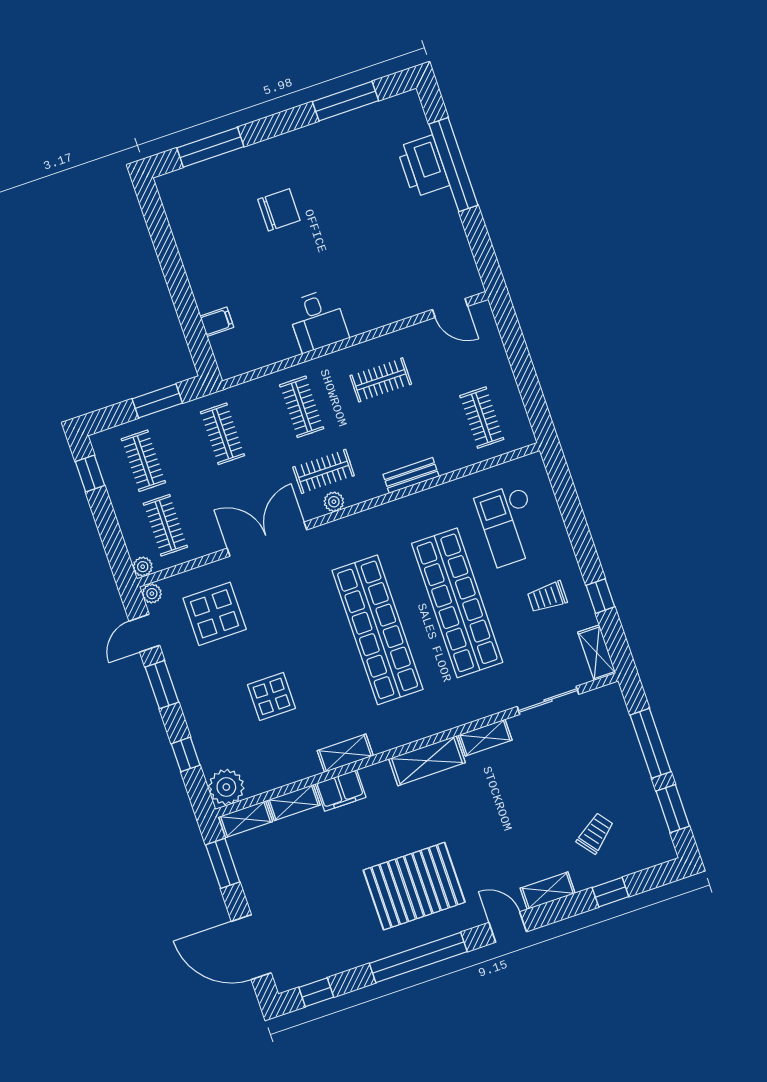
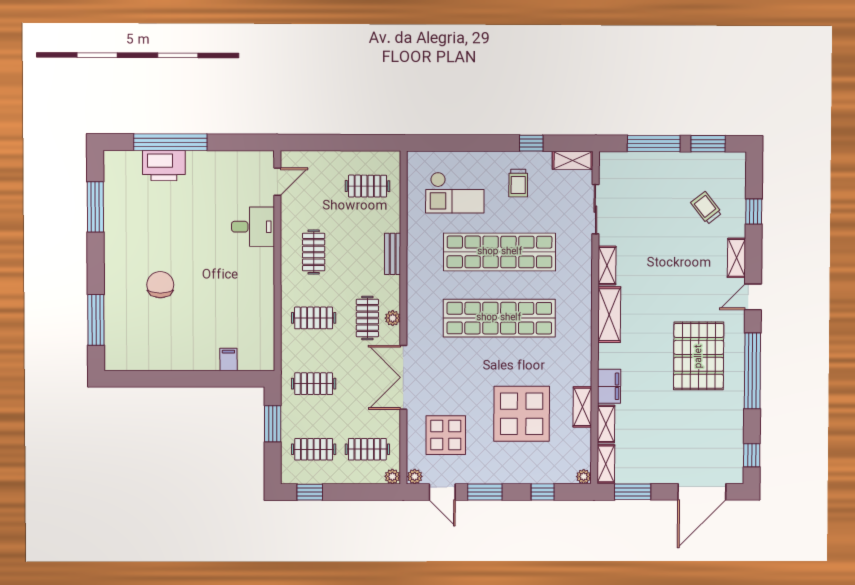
desk: (318, 321) -> (253, 227), moved
display table: (272, 696) -> (522, 414), width x1.86, depth x1.86
shelving: (345, 753) -> (582, 407), moved
plant: (226, 787) -> (584, 477), width x0.53, depth x0.53

